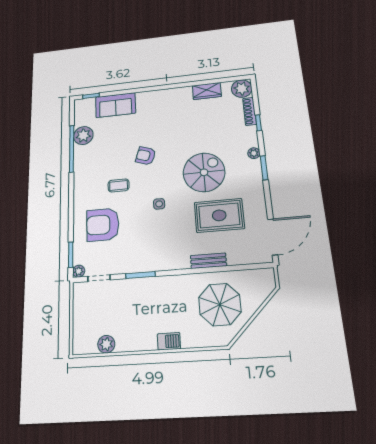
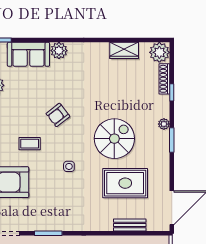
plant: (144, 98) -> (59, 51), added
armchair: (146, 156) -> (58, 115), turned -56
bench: (208, 261) -> (130, 225), moved

